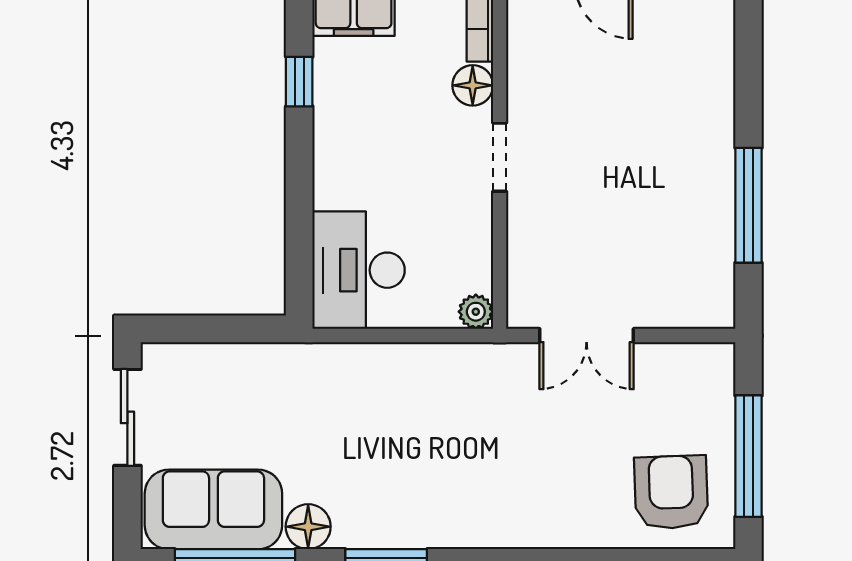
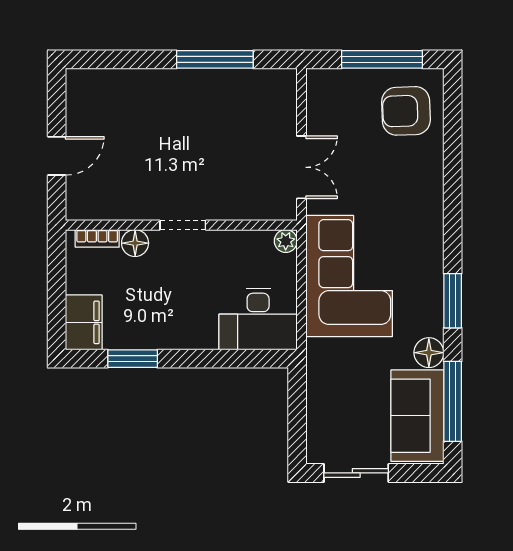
window: (299, 82) -> (133, 359), width x1.50
corner sofa: (423, 407) -> (349, 276), added

